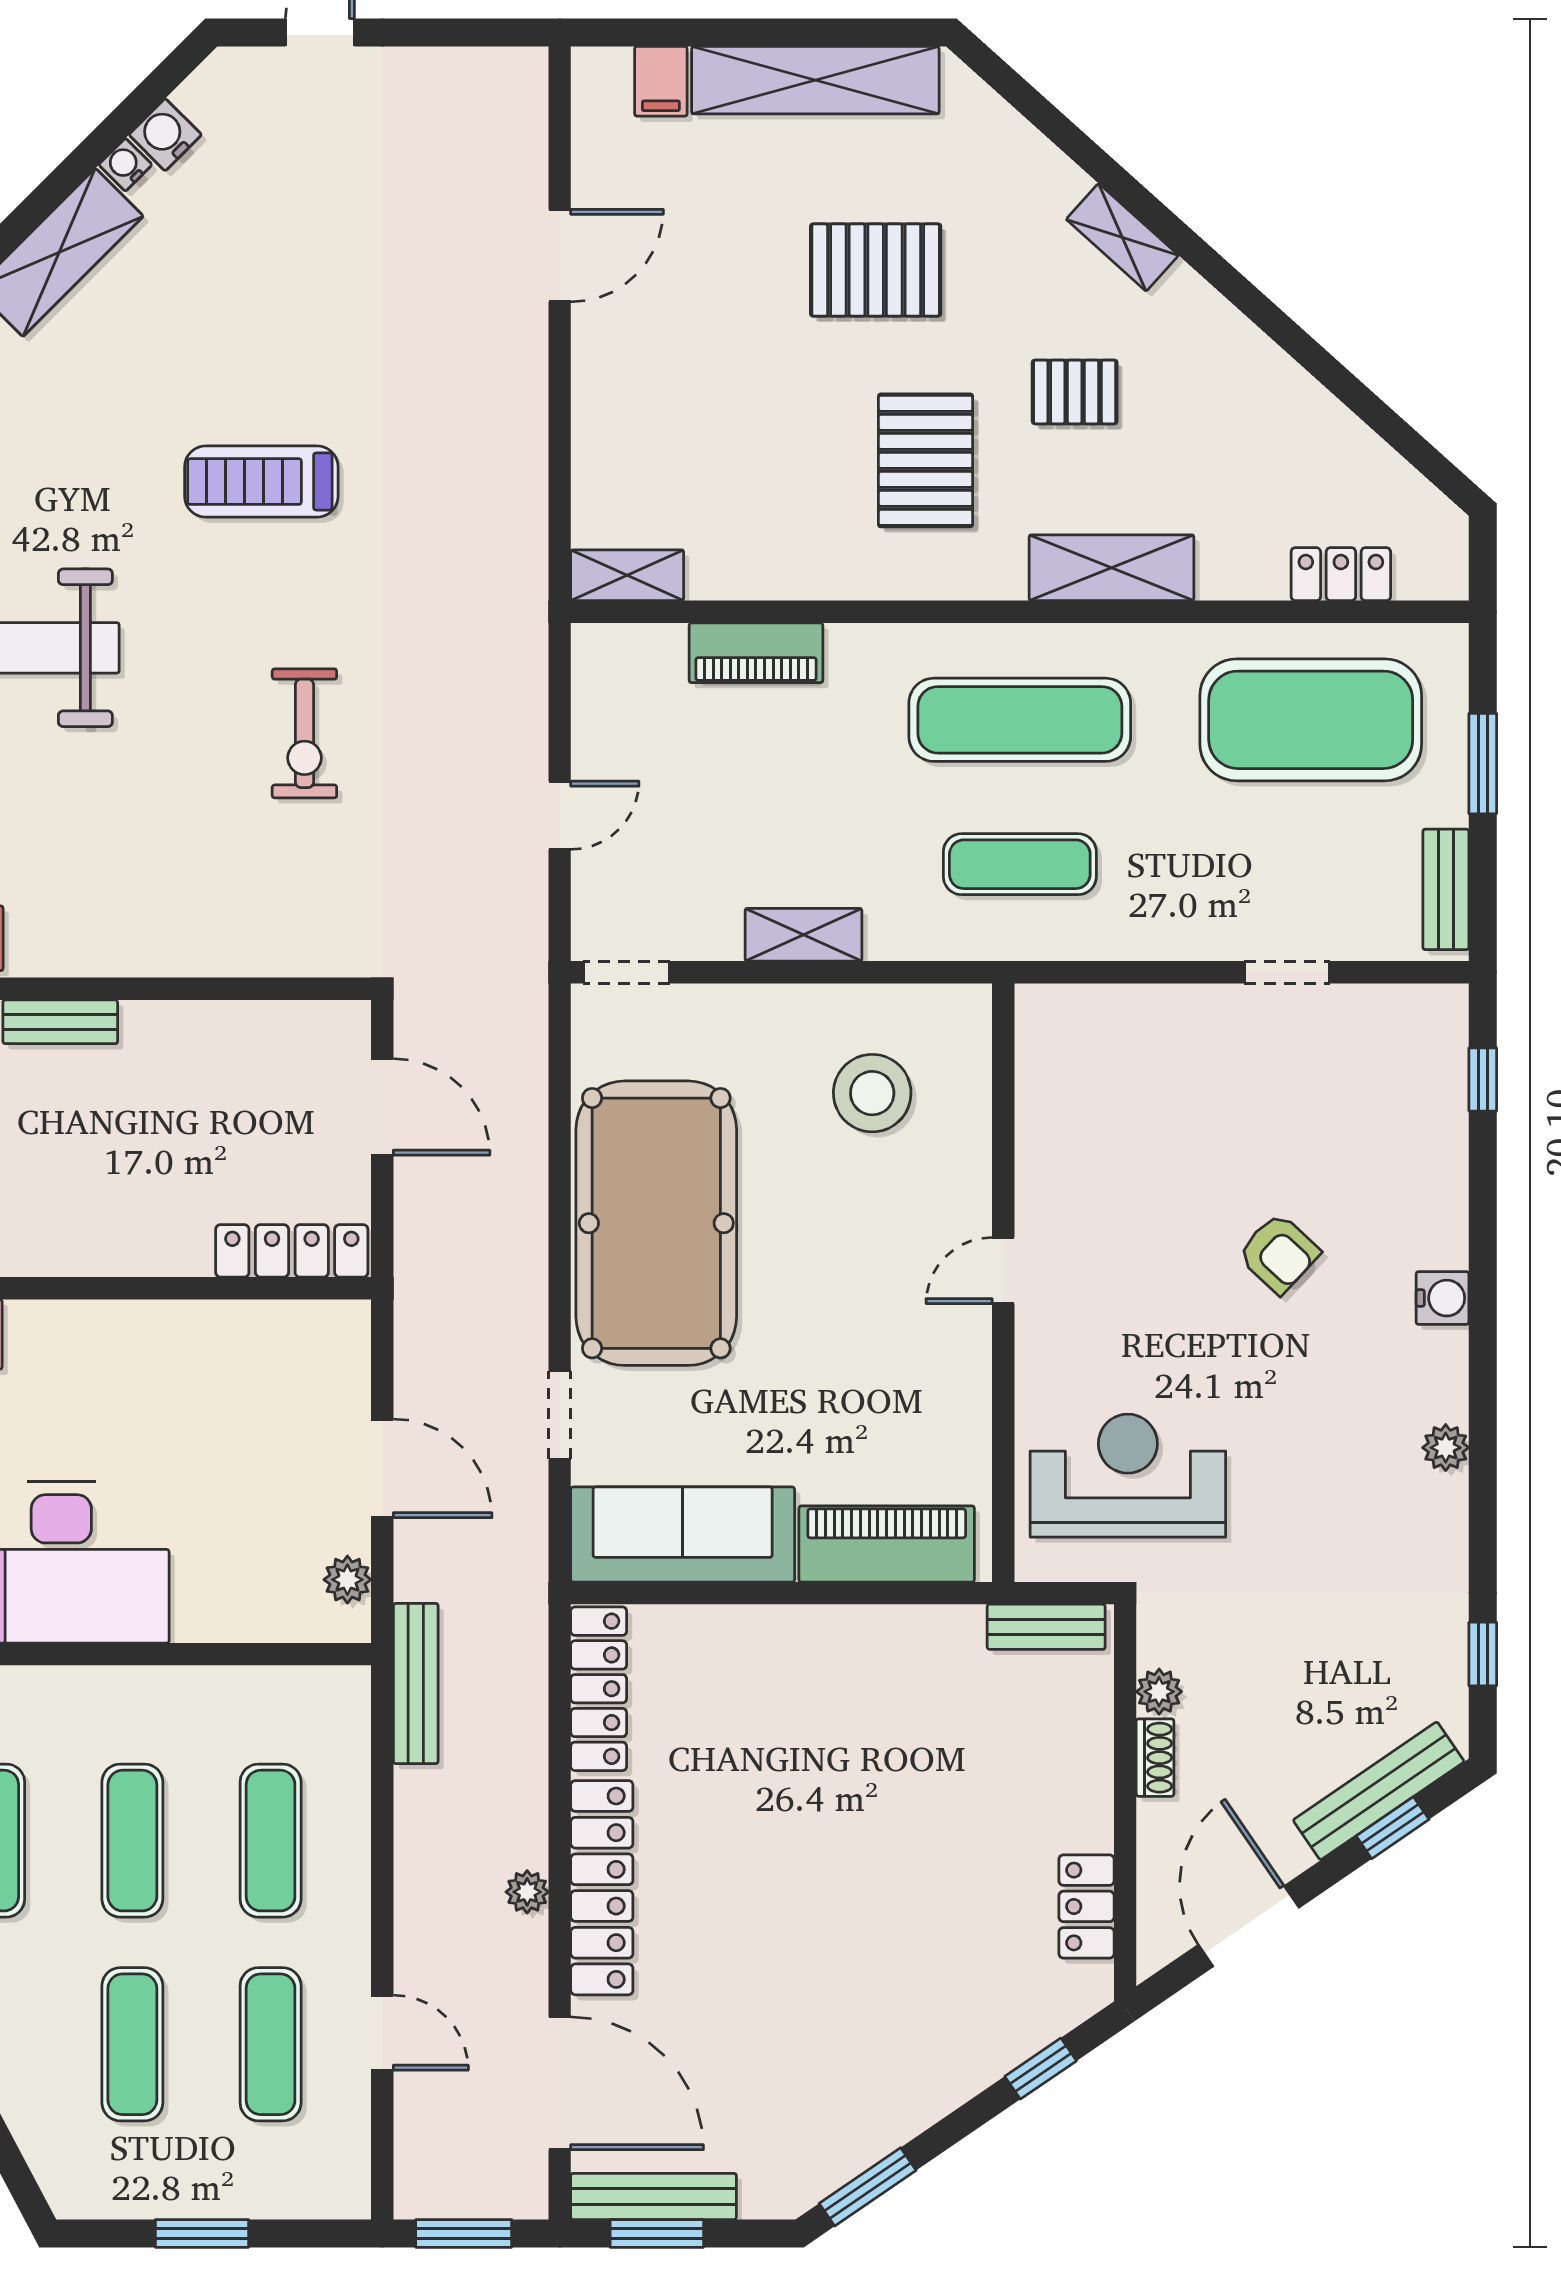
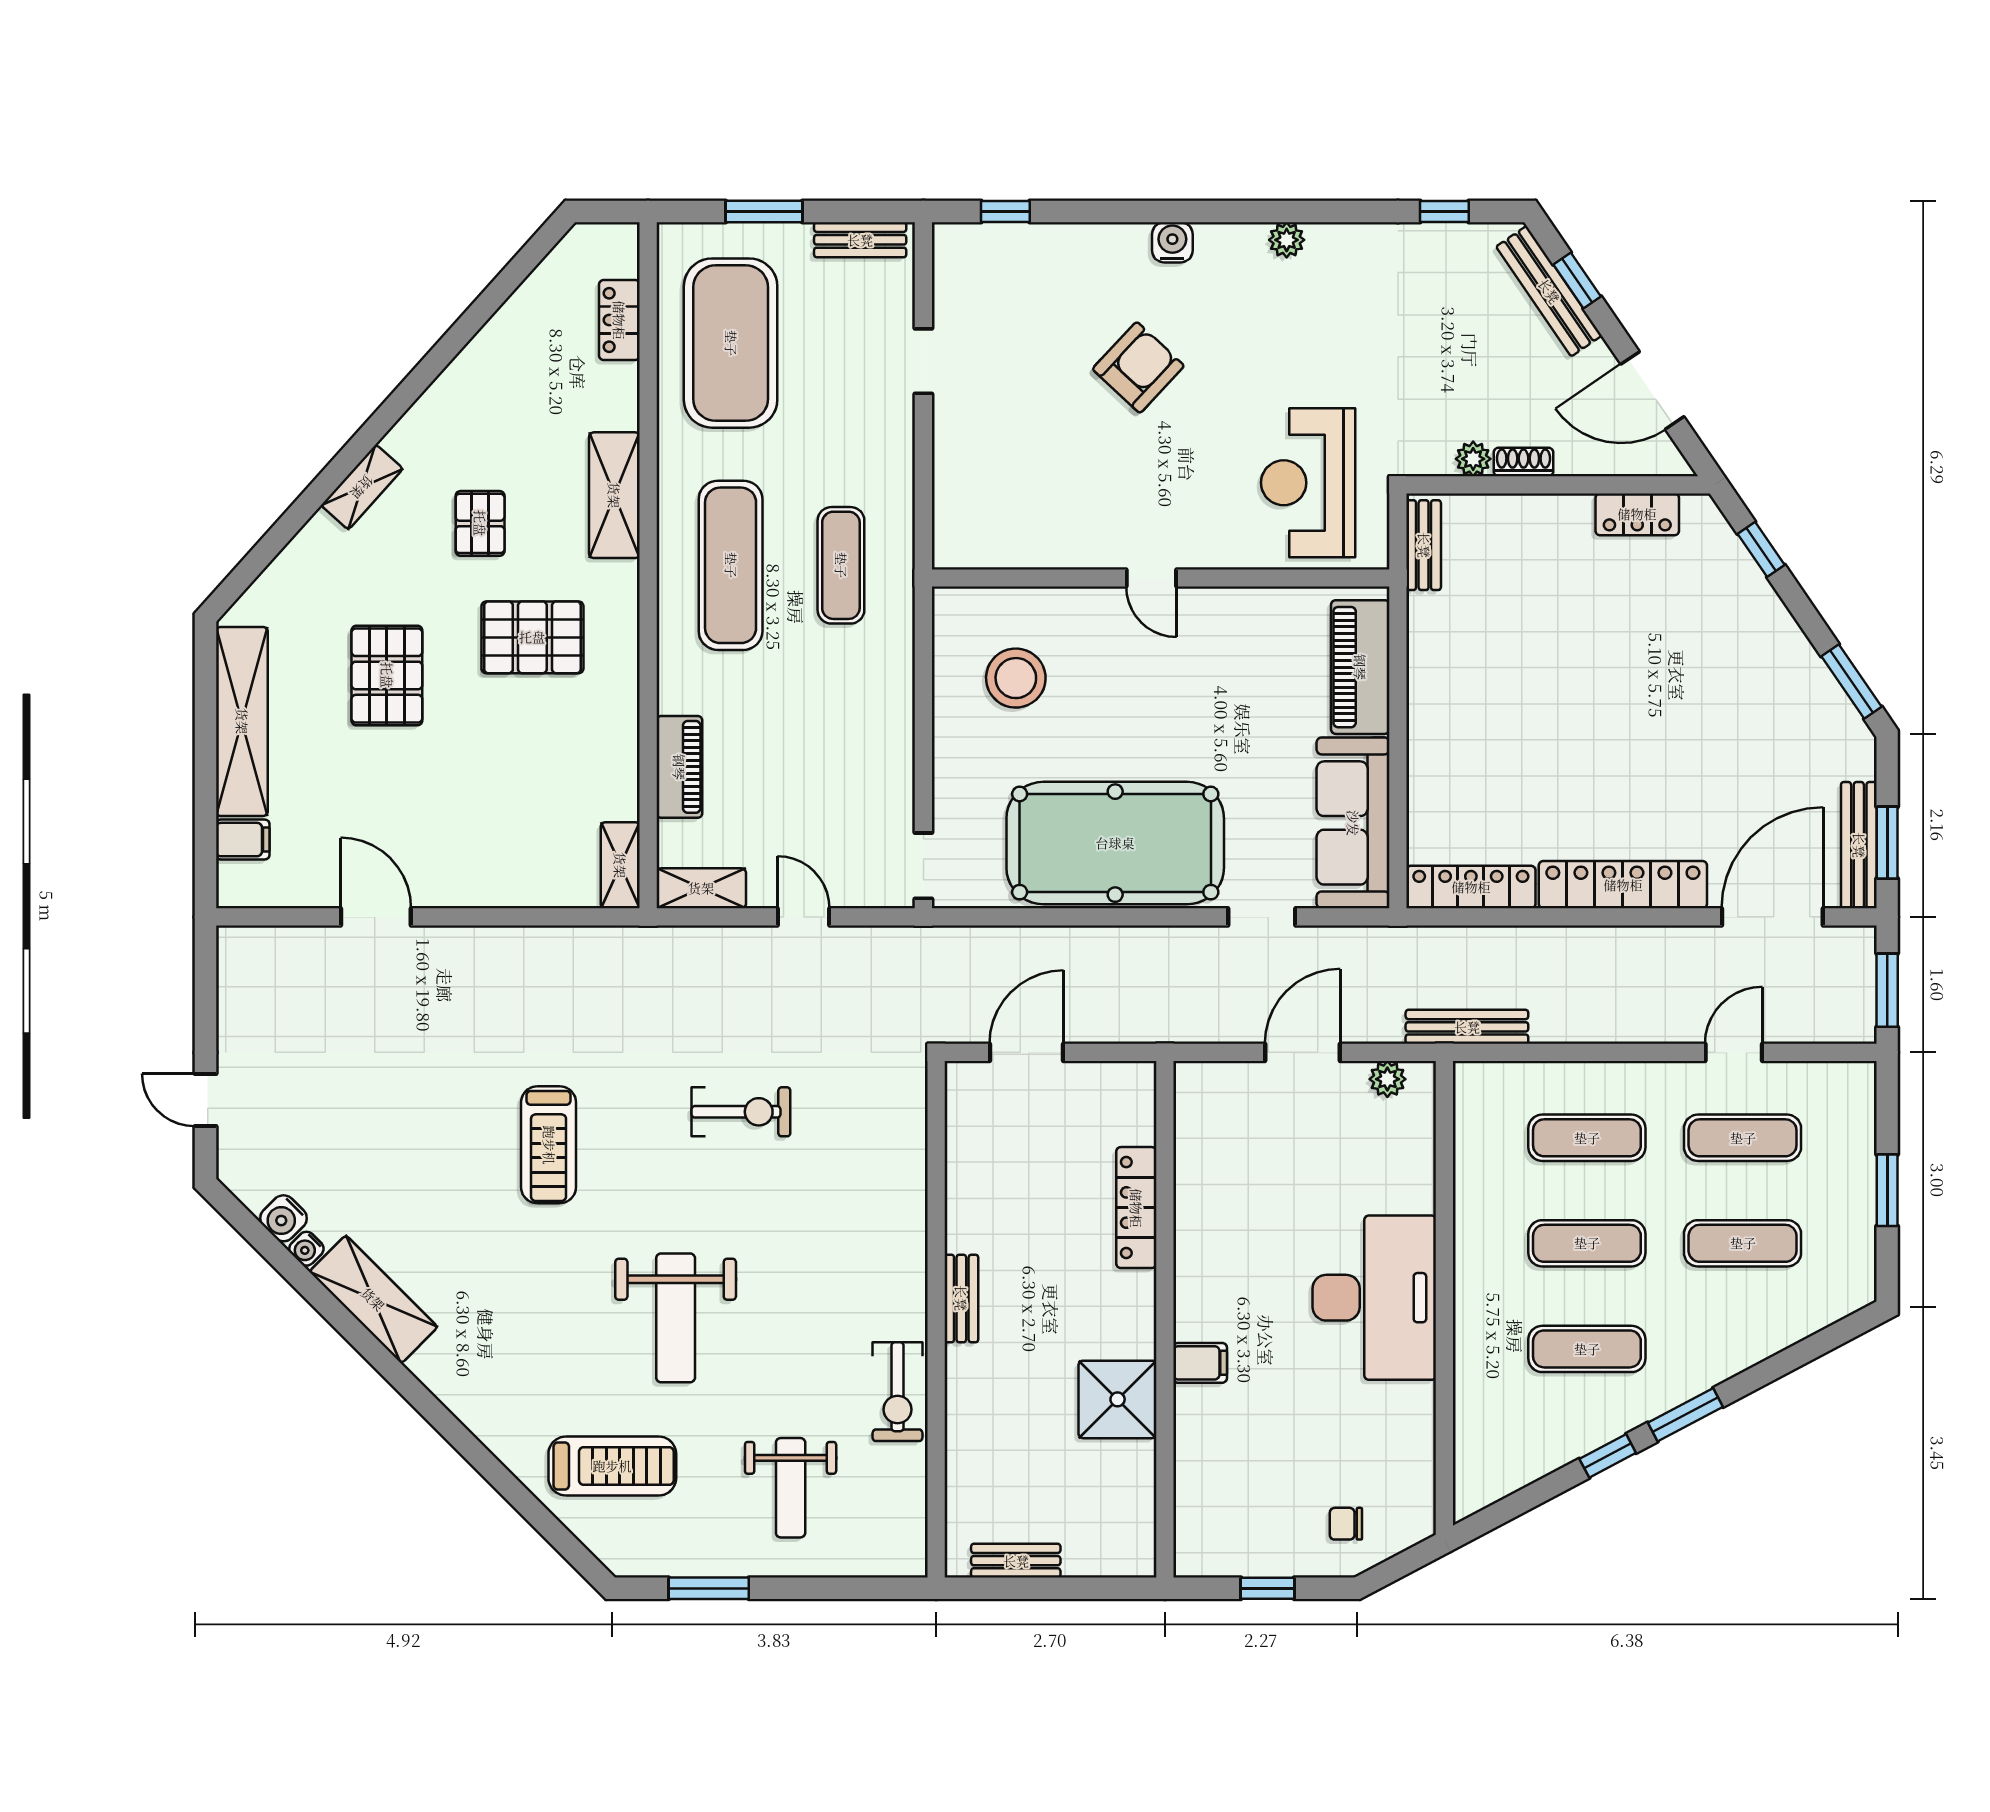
shelving: (804, 935) -> (701, 888), moved, turned 90
locker: (292, 1251) -> (1136, 1208), moved
armchair: (1279, 1253) -> (1138, 367), width x1.38, depth x1.38
plant: (527, 1892) -> (1626, 942), removed

